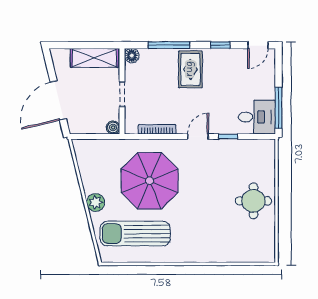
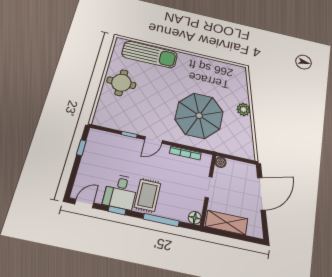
window: (279, 108) -> (81, 148), width x0.46
desk: (257, 117) -> (121, 192), moved, turned -90
sun lounger: (135, 234) -> (150, 55), moved

